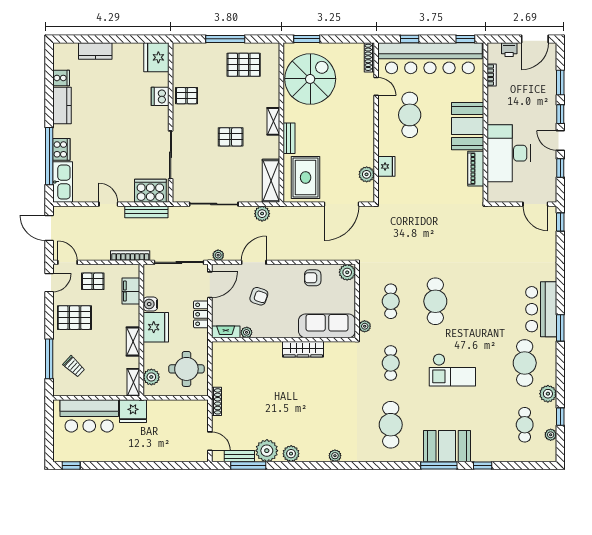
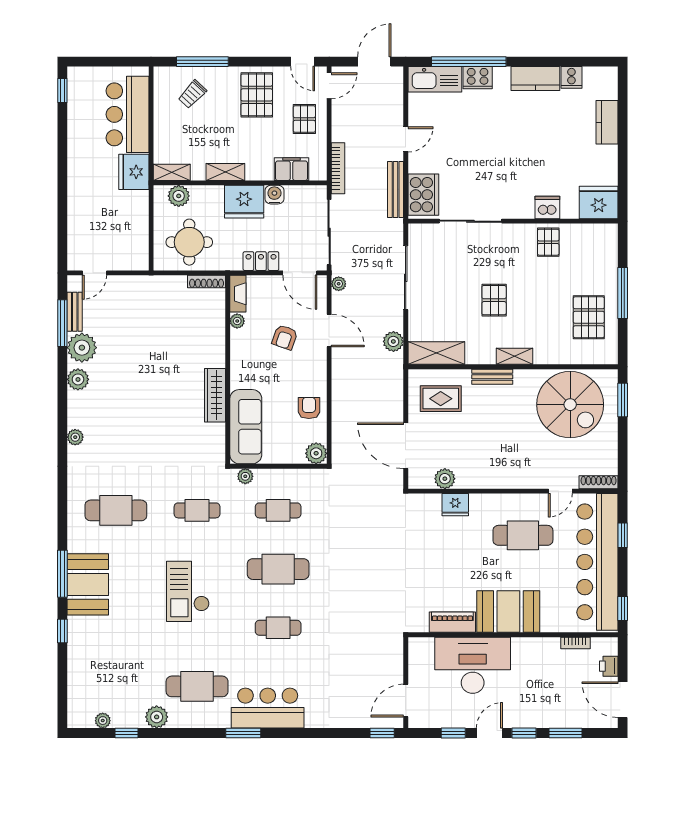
rug: (306, 177) -> (441, 399), width x0.73, depth x0.70
shoe rack: (217, 401) -> (207, 282), moved
cafe table: (525, 425) -> (278, 628), moved

